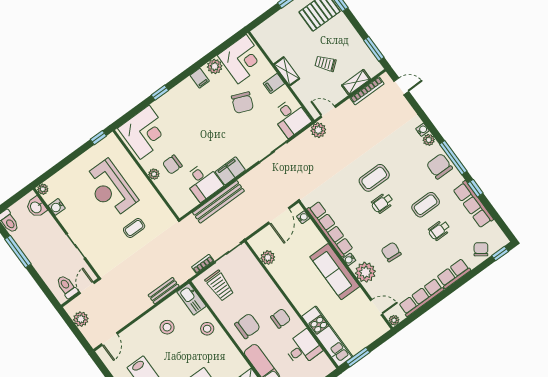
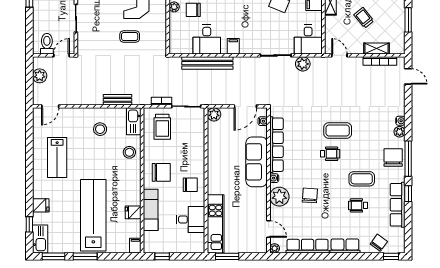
window: (374, 49) -> (408, 20), moved
plant: (318, 130) -> (303, 64), moved
filing cabinet: (230, 171) -> (233, 46), width x0.50
wheelchair: (382, 203) -> (330, 154), turned 180
plant: (268, 258) -> (214, 114), moved
sofa: (335, 272) -> (257, 162), moved

